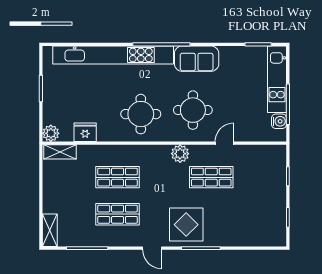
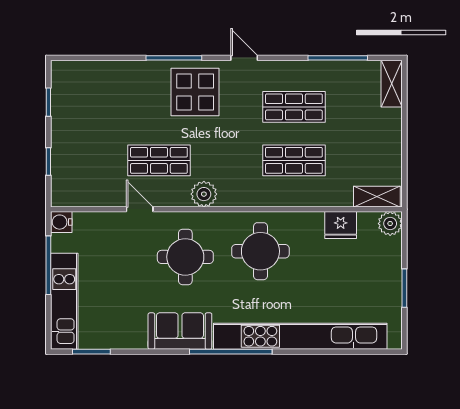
water cooler: (279, 121) -> (61, 222), moved
door: (225, 143) -> (140, 209), swing flipped

